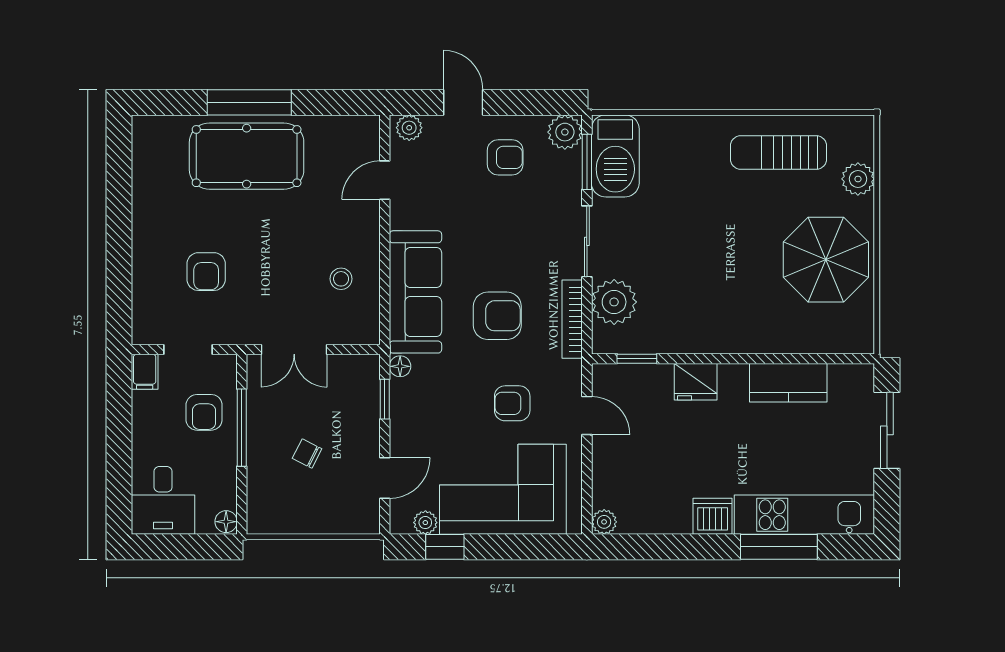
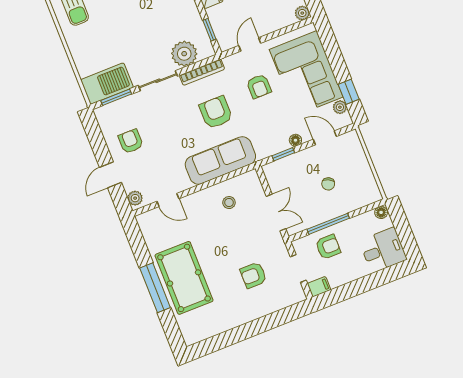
plant: (565, 132) -> (105, 115), removed
armchair: (206, 272) -> (253, 275), turned 180
floor lamp: (400, 366) -> (295, 140), moved

